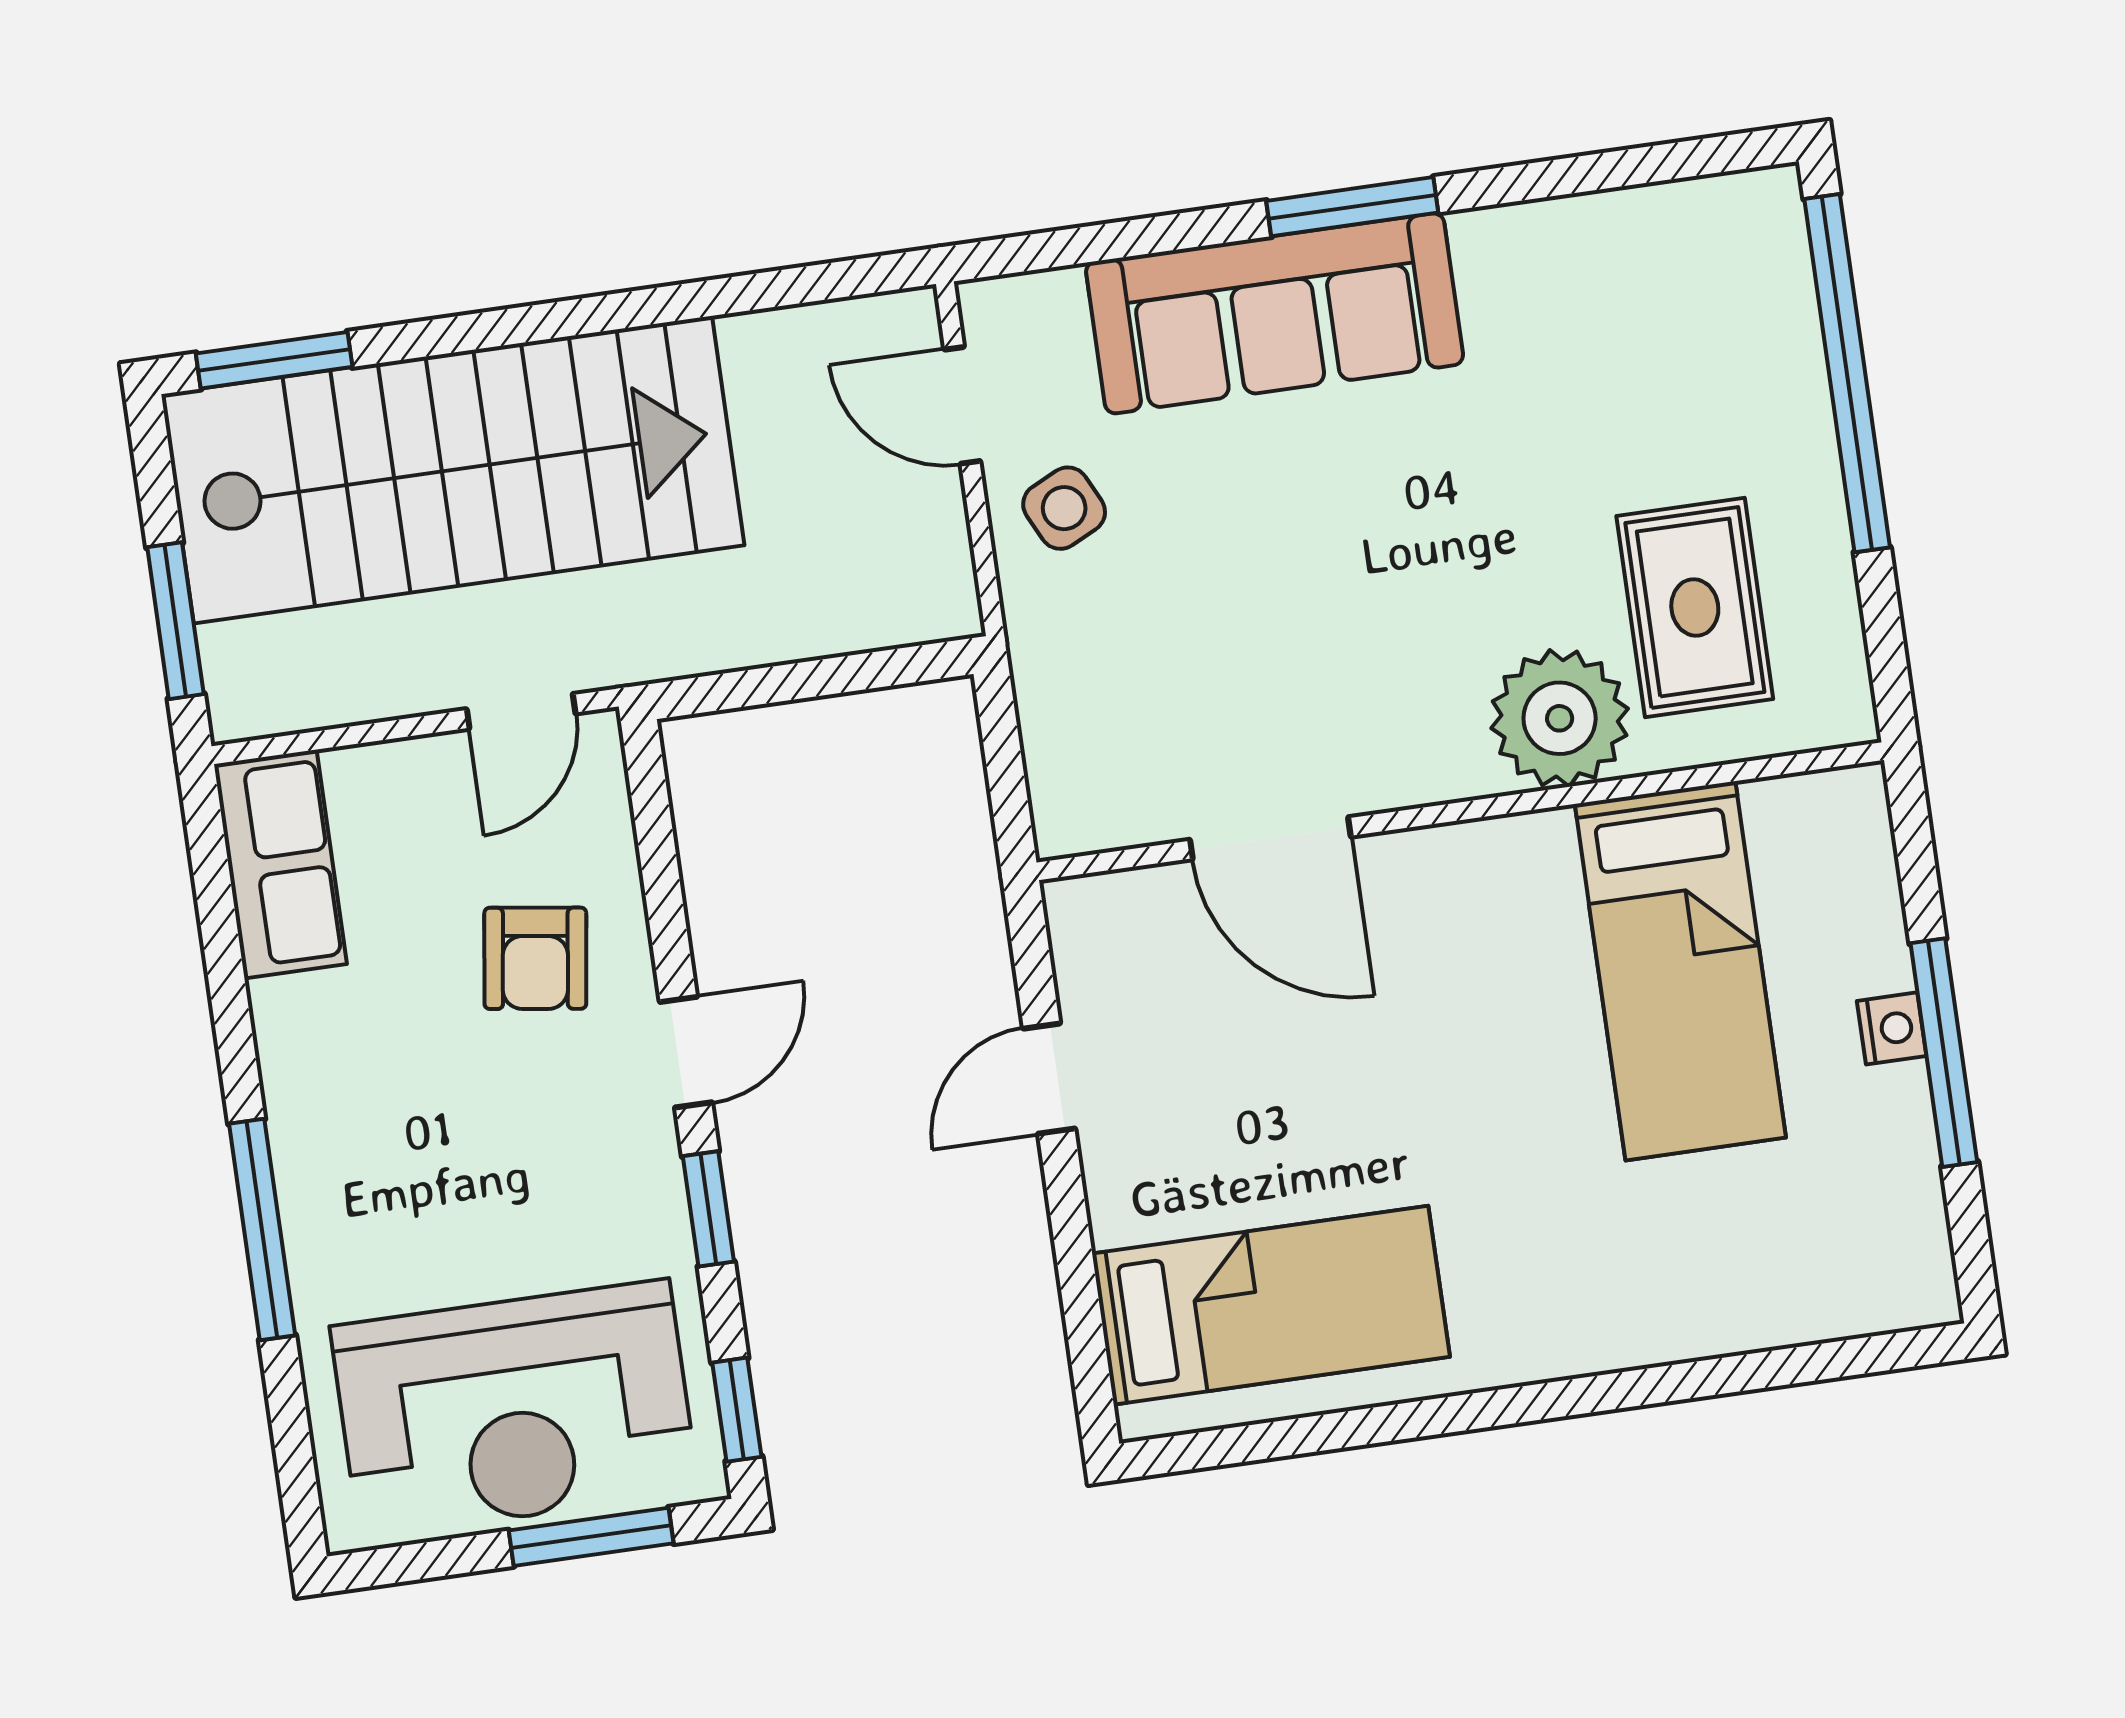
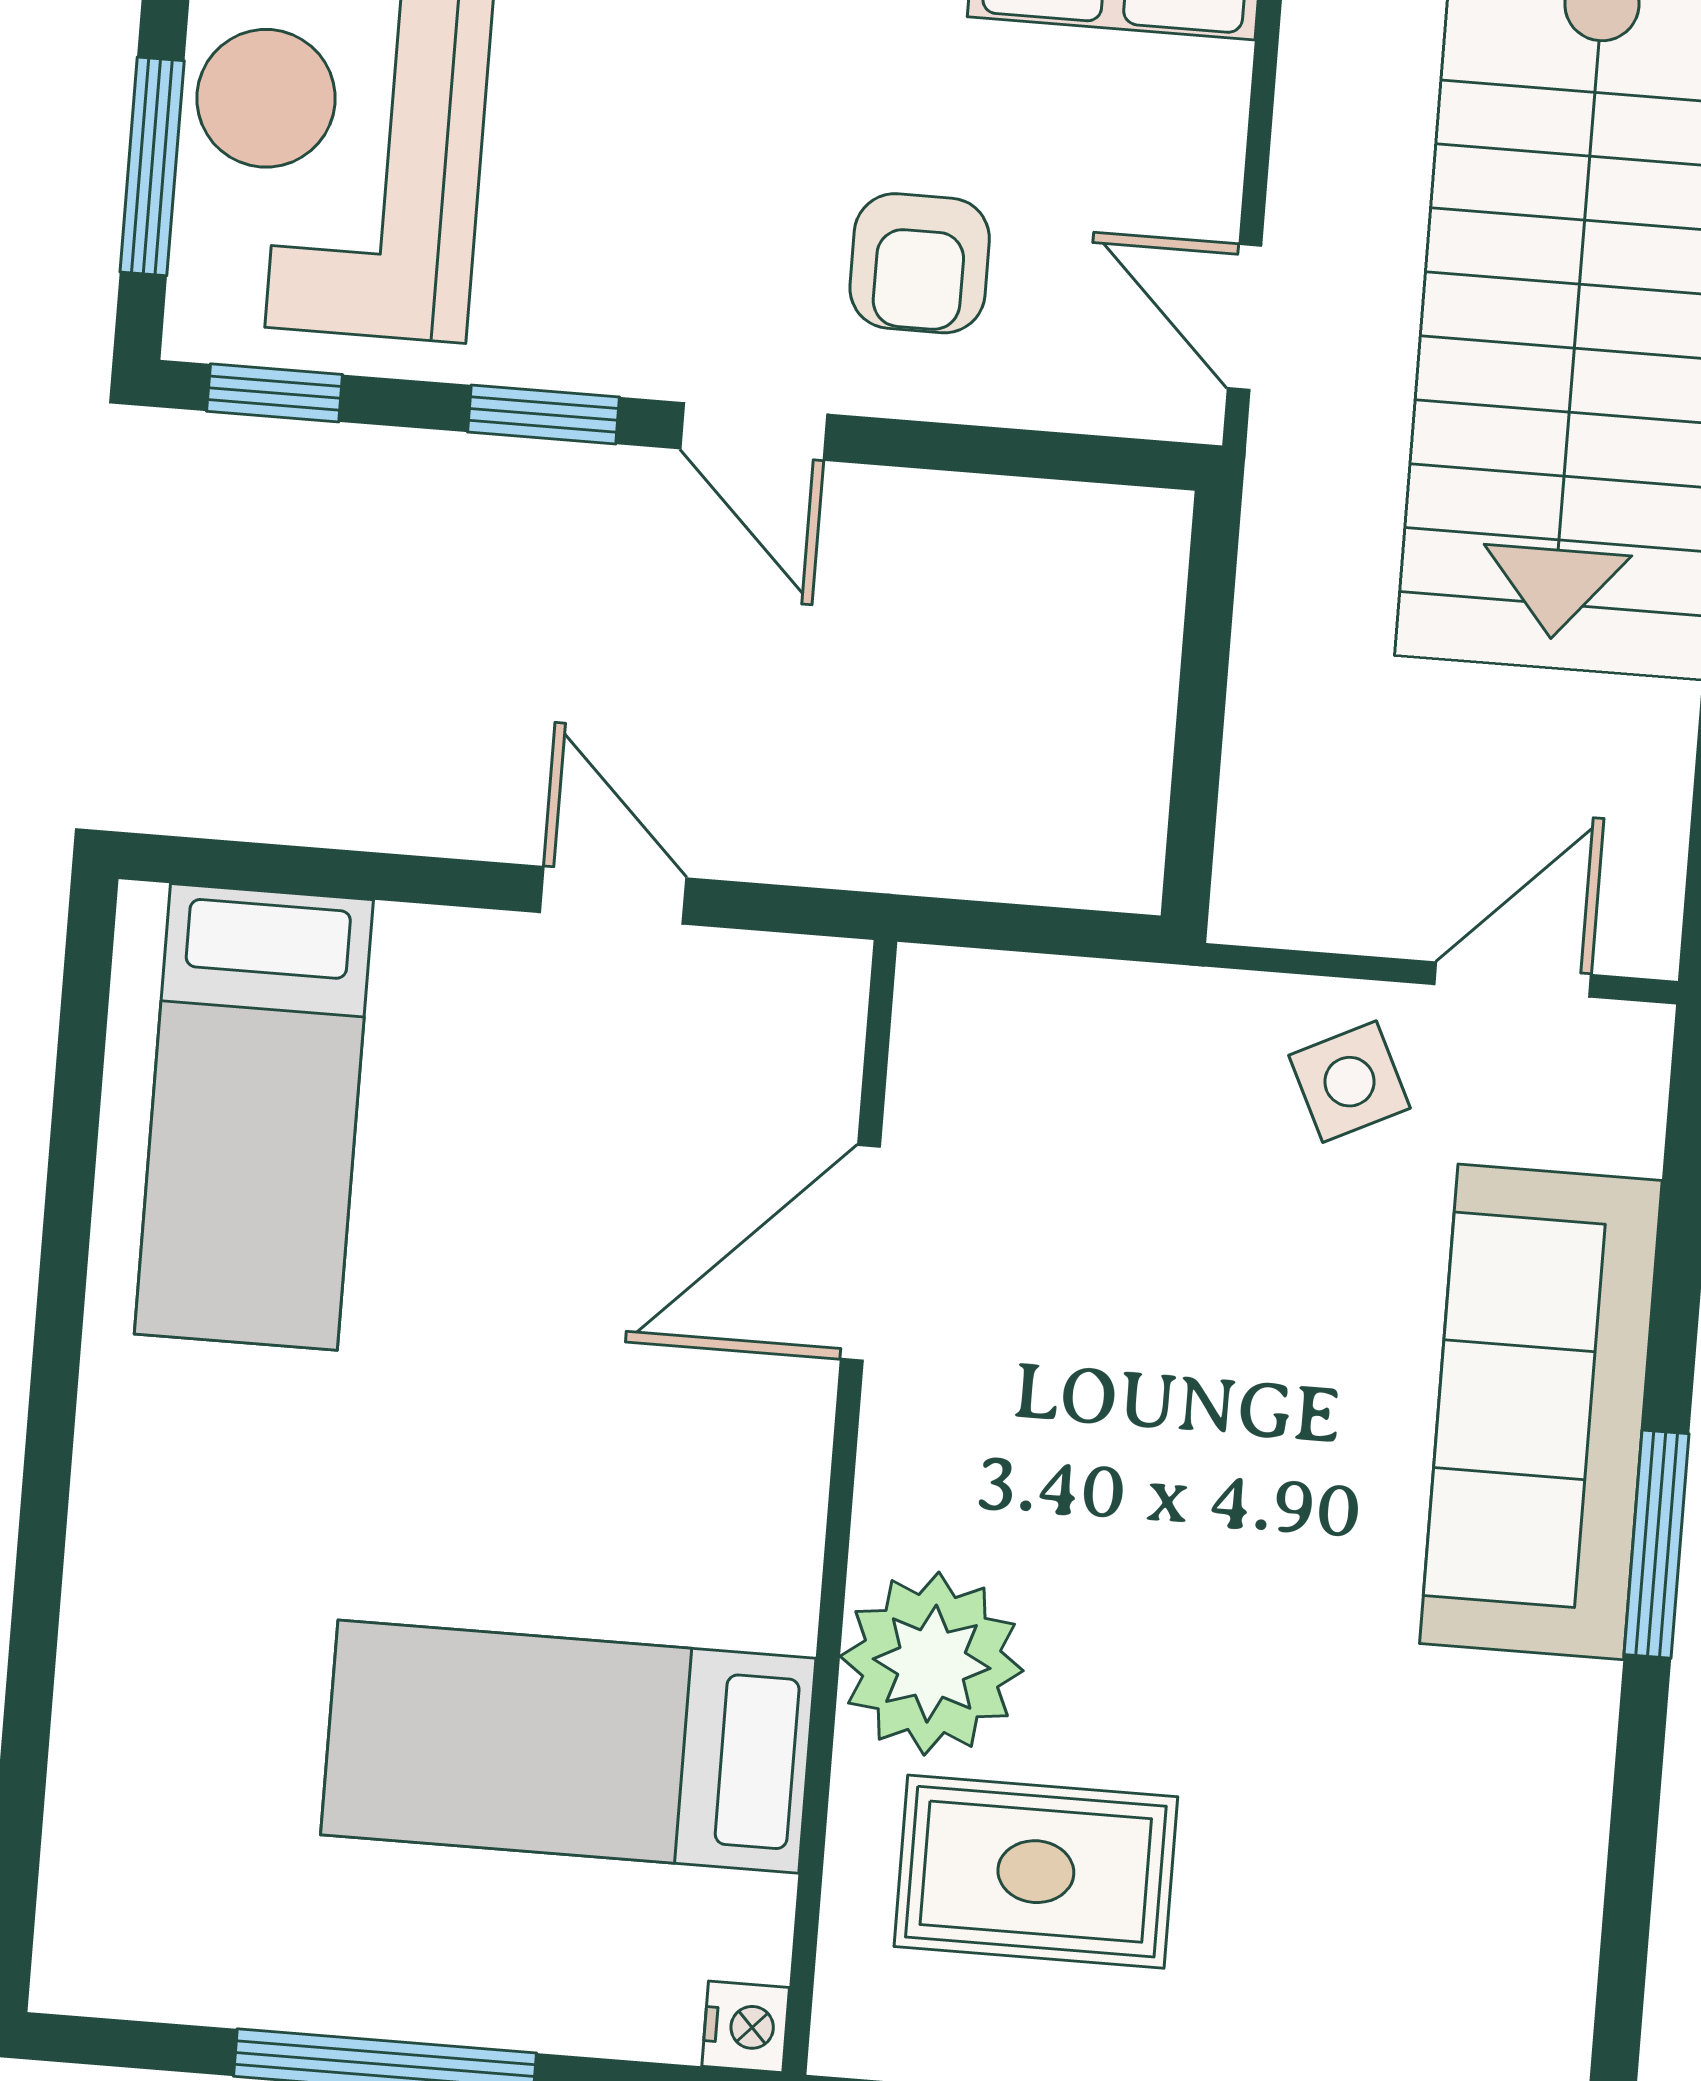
armchair: (535, 958) -> (920, 263), turned -98
nightstand: (1892, 1028) -> (746, 2027), moved, turned -90

